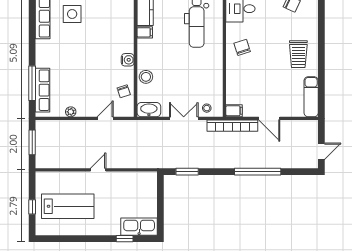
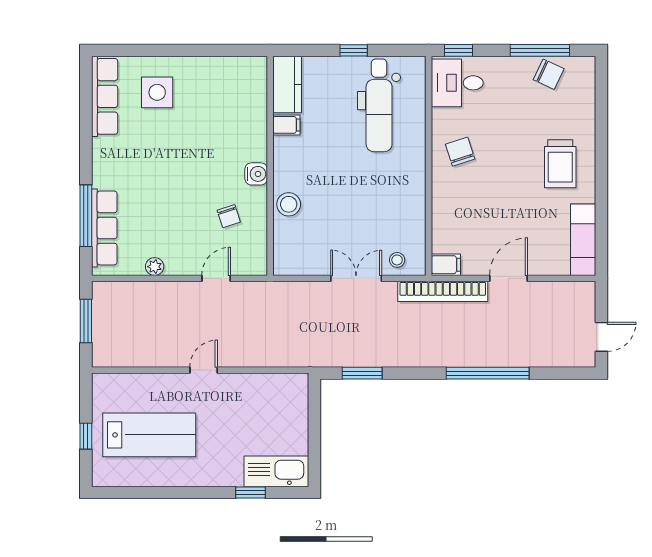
chair: (124, 91) -> (229, 216), moved
washbasin: (149, 110) -> (294, 263), removed
door: (269, 118) -> (509, 278), swing flipped

